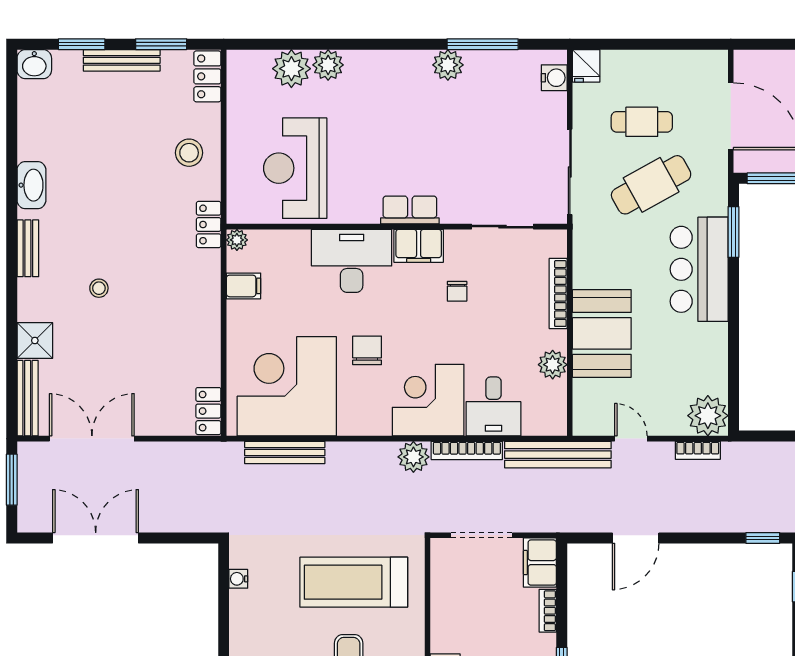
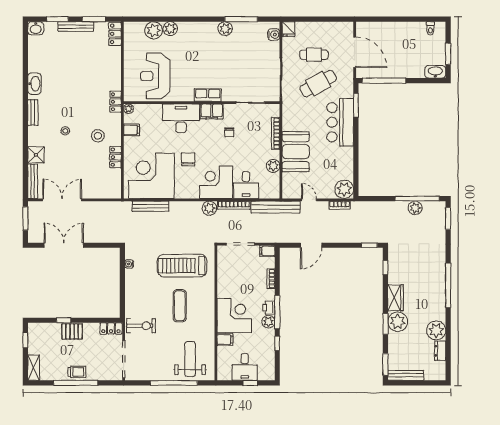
stool: (189, 153) -> (98, 136), moved
locker: (208, 411) -> (115, 157), moved
filing cabinet: (540, 563) -> (267, 251), width x0.50

